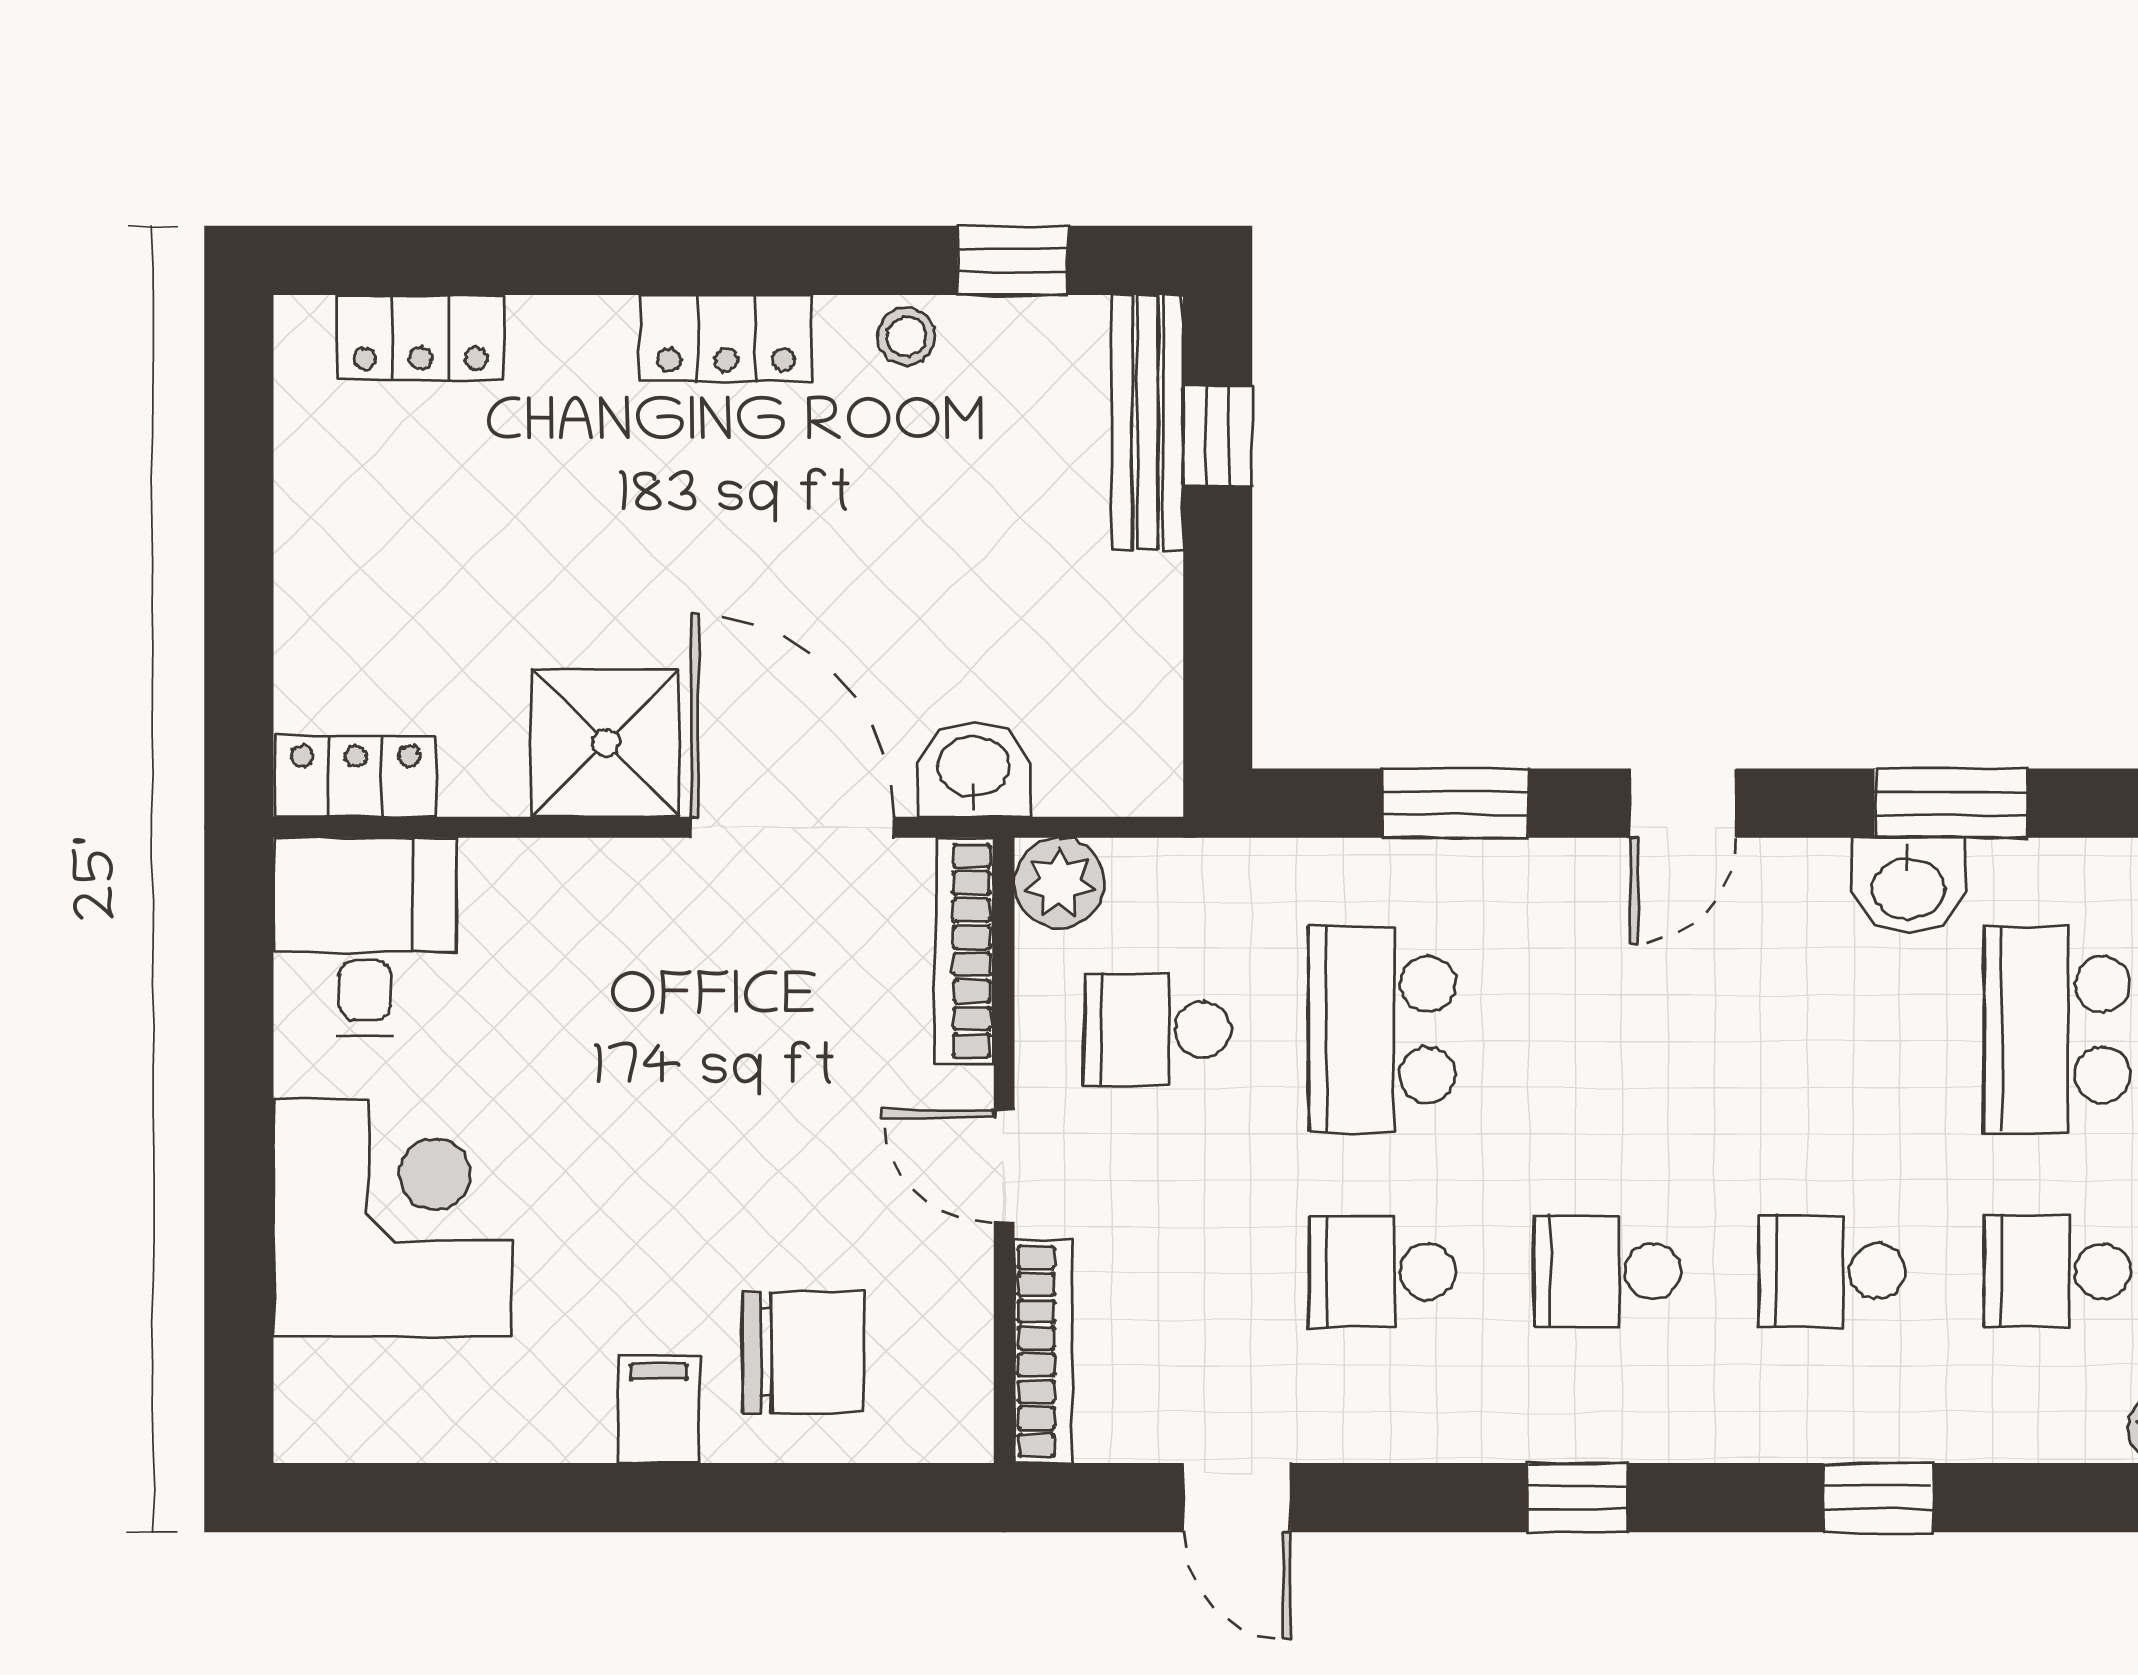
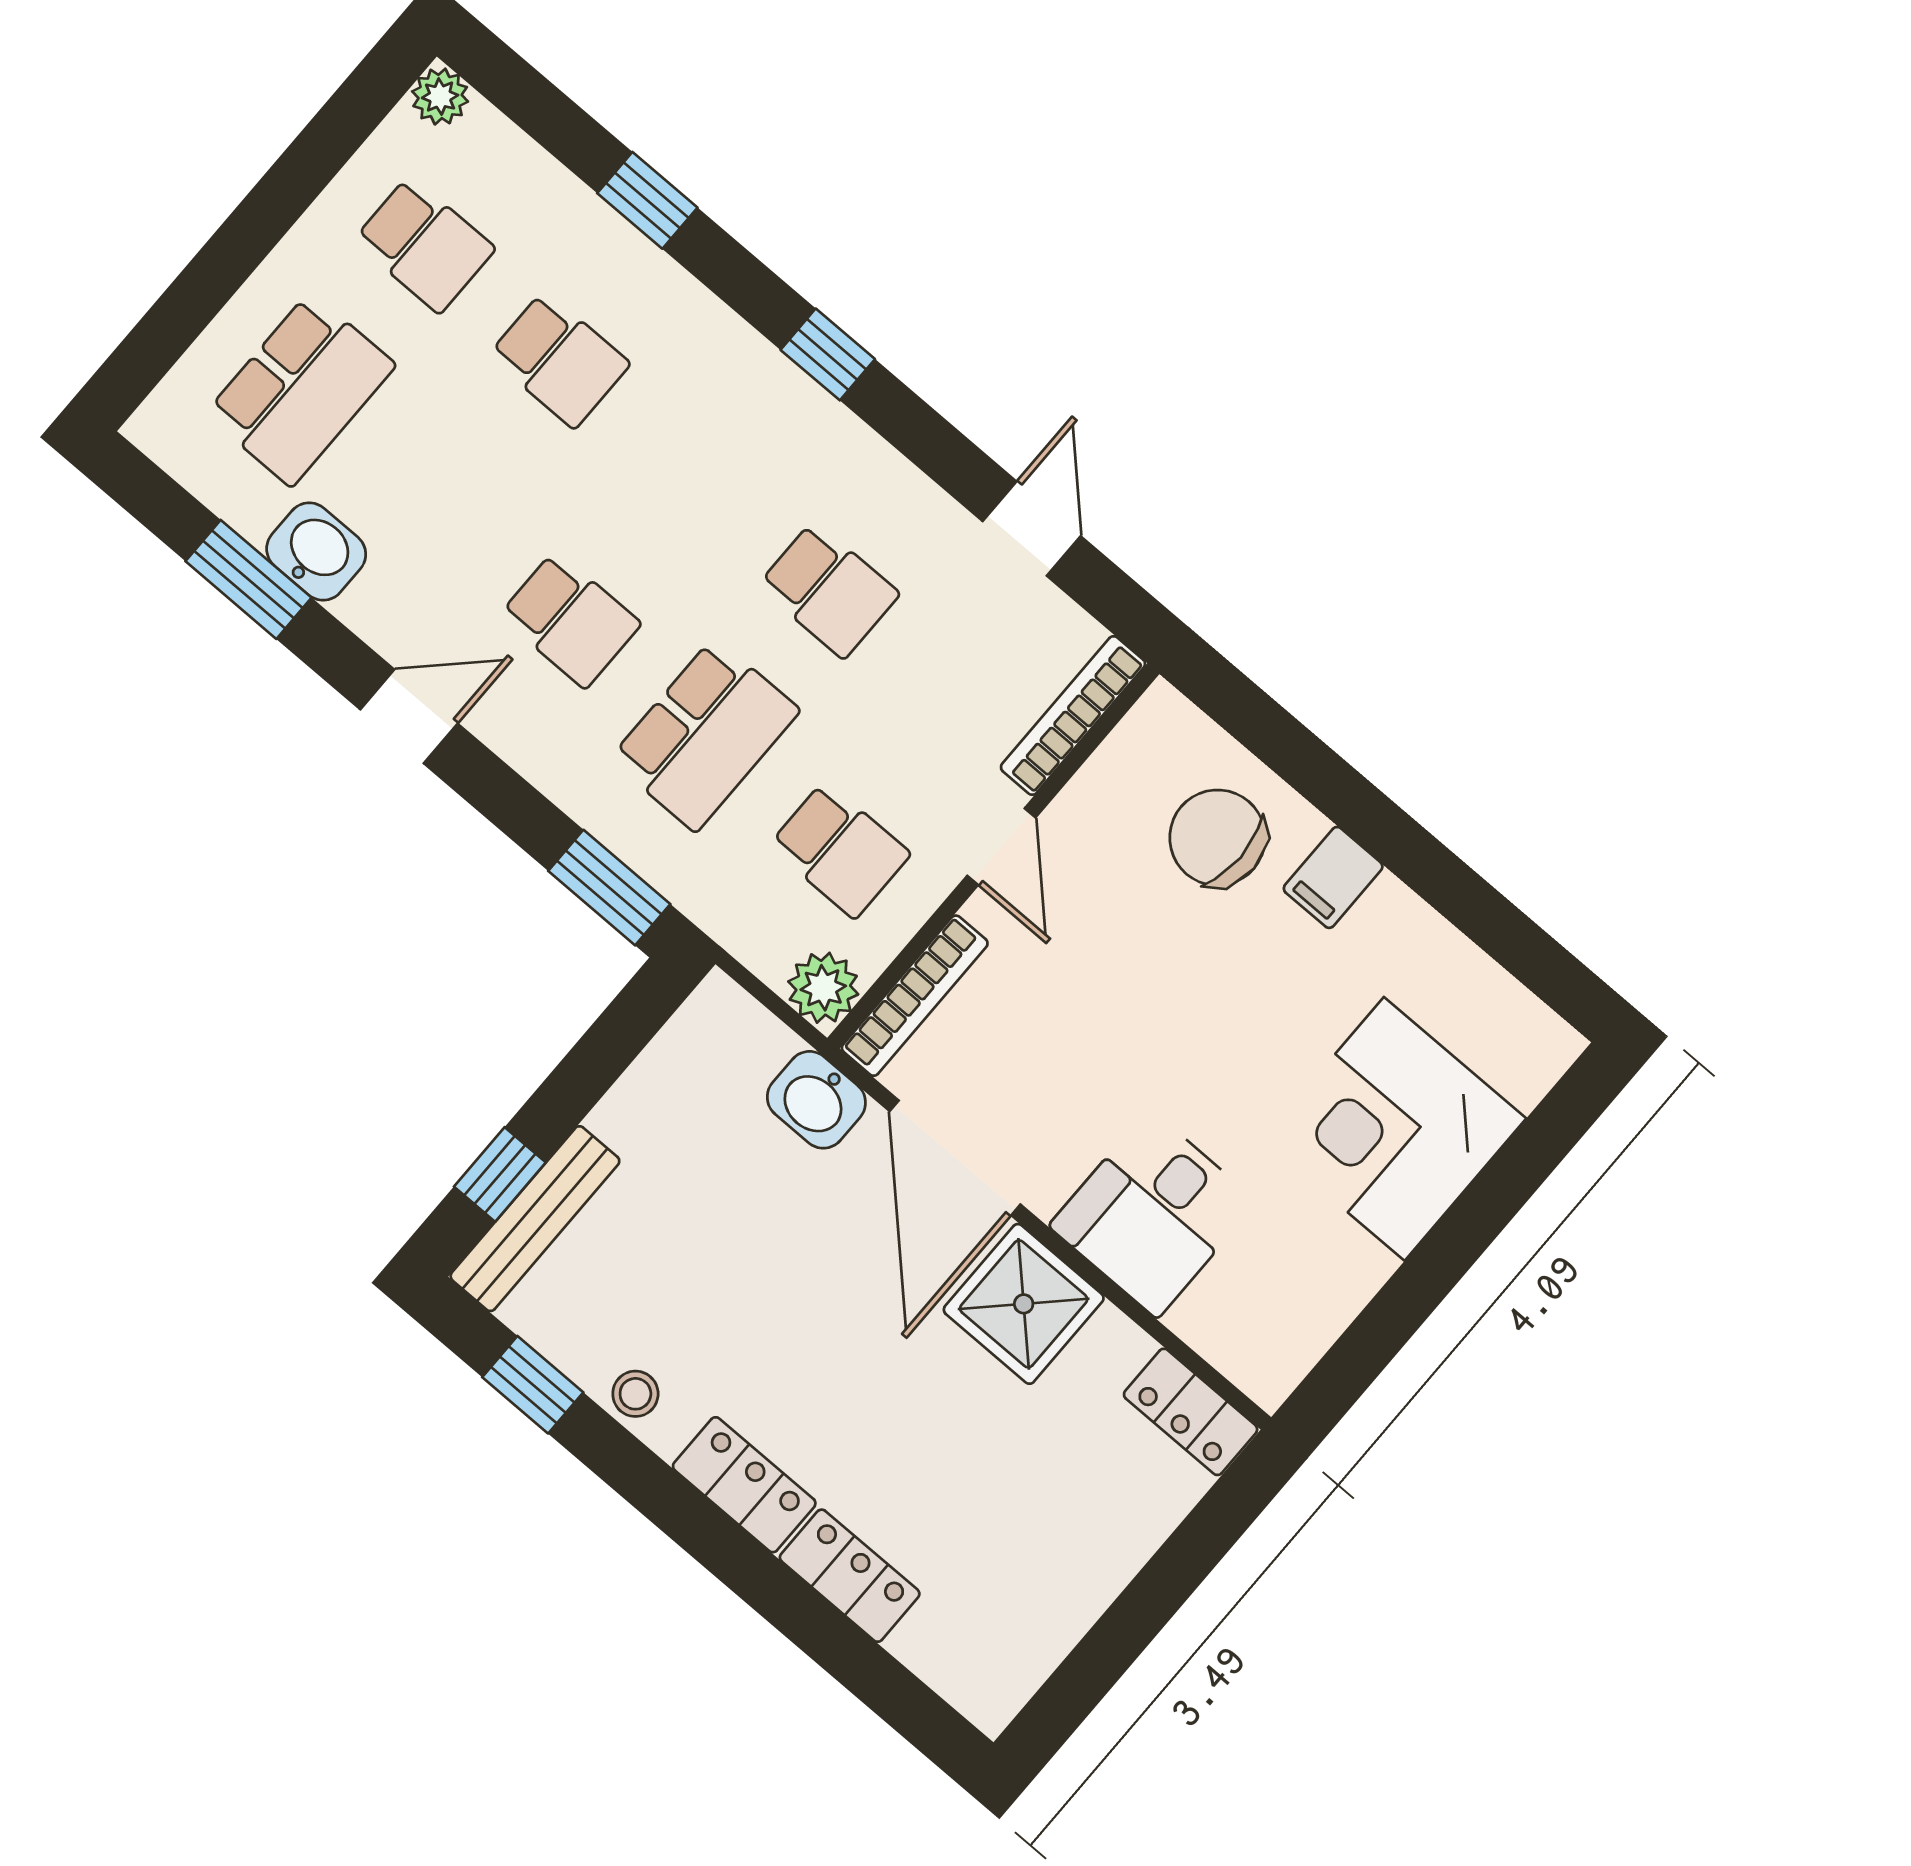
locker: (420, 337) -> (850, 1576), moved
window: (1455, 803) -> (609, 888), moved
desk: (365, 937) -> (1153, 1214), moved
school desk: (1607, 1271) -> (570, 620), moved

